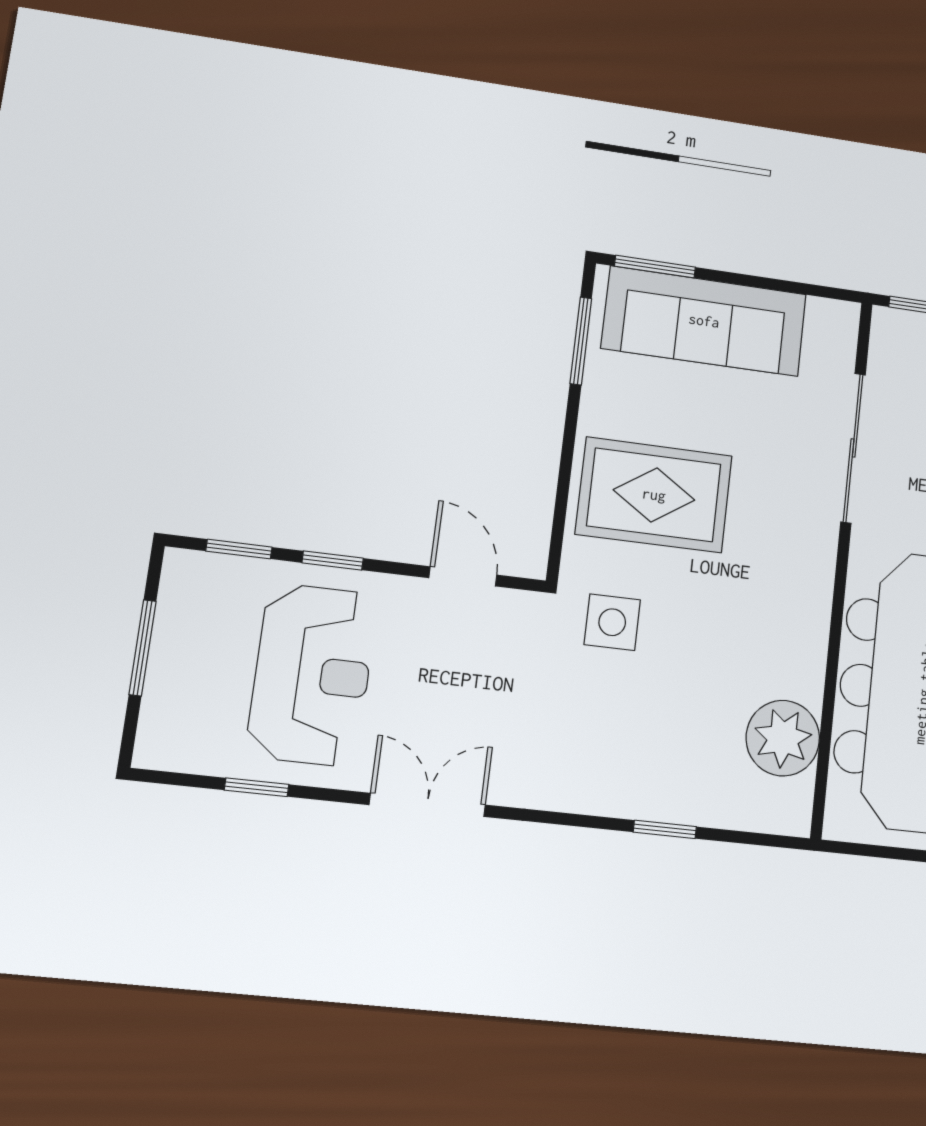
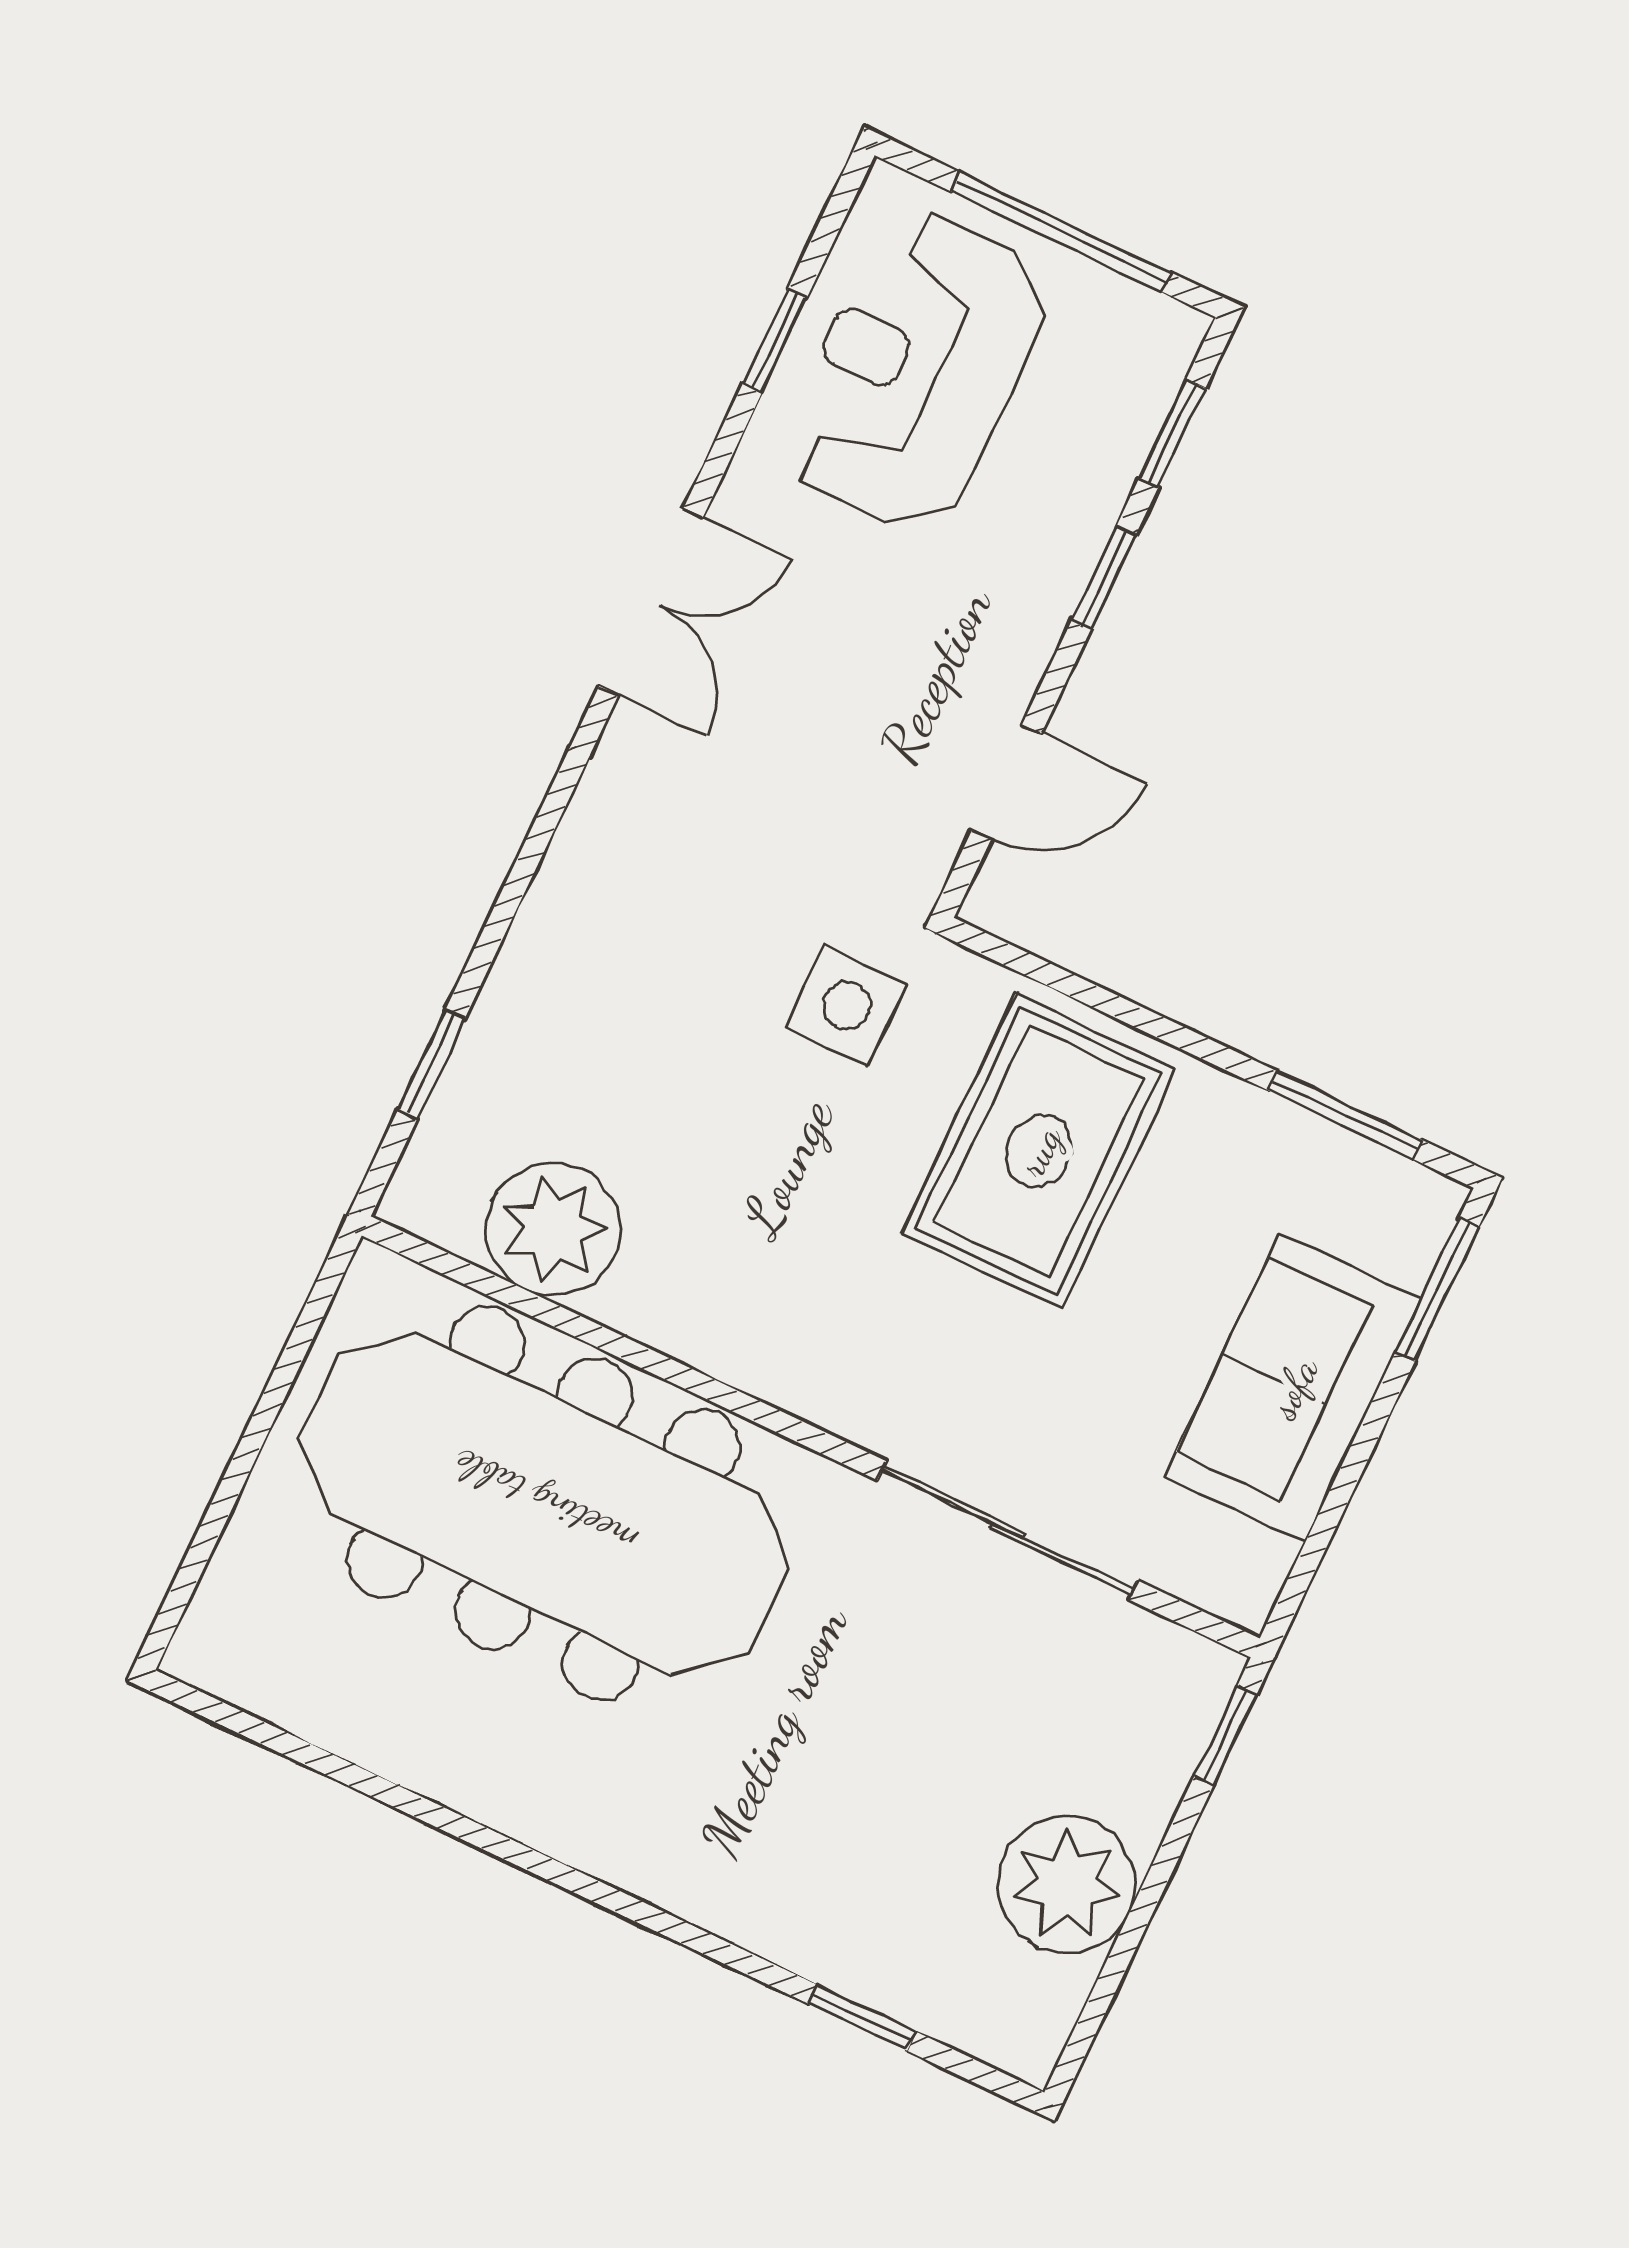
sofa: (704, 321) -> (1293, 1388), width x0.73
window: (142, 648) -> (1061, 232), width x1.44
reception desk: (312, 675) -> (916, 371), moved, turned 90
window: (665, 829) -> (431, 1064), moved

